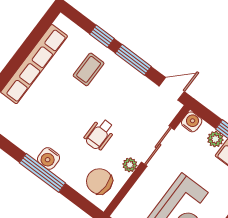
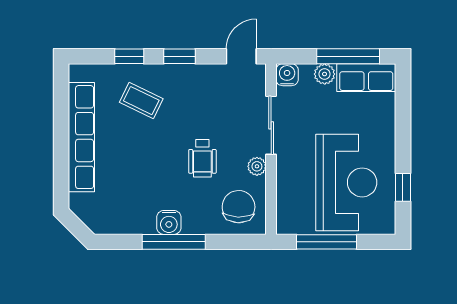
window: (133, 60) -> (180, 56), width x0.67
coffee table: (89, 69) -> (141, 101), turned -64
chair: (99, 181) -> (239, 207), turned 92

